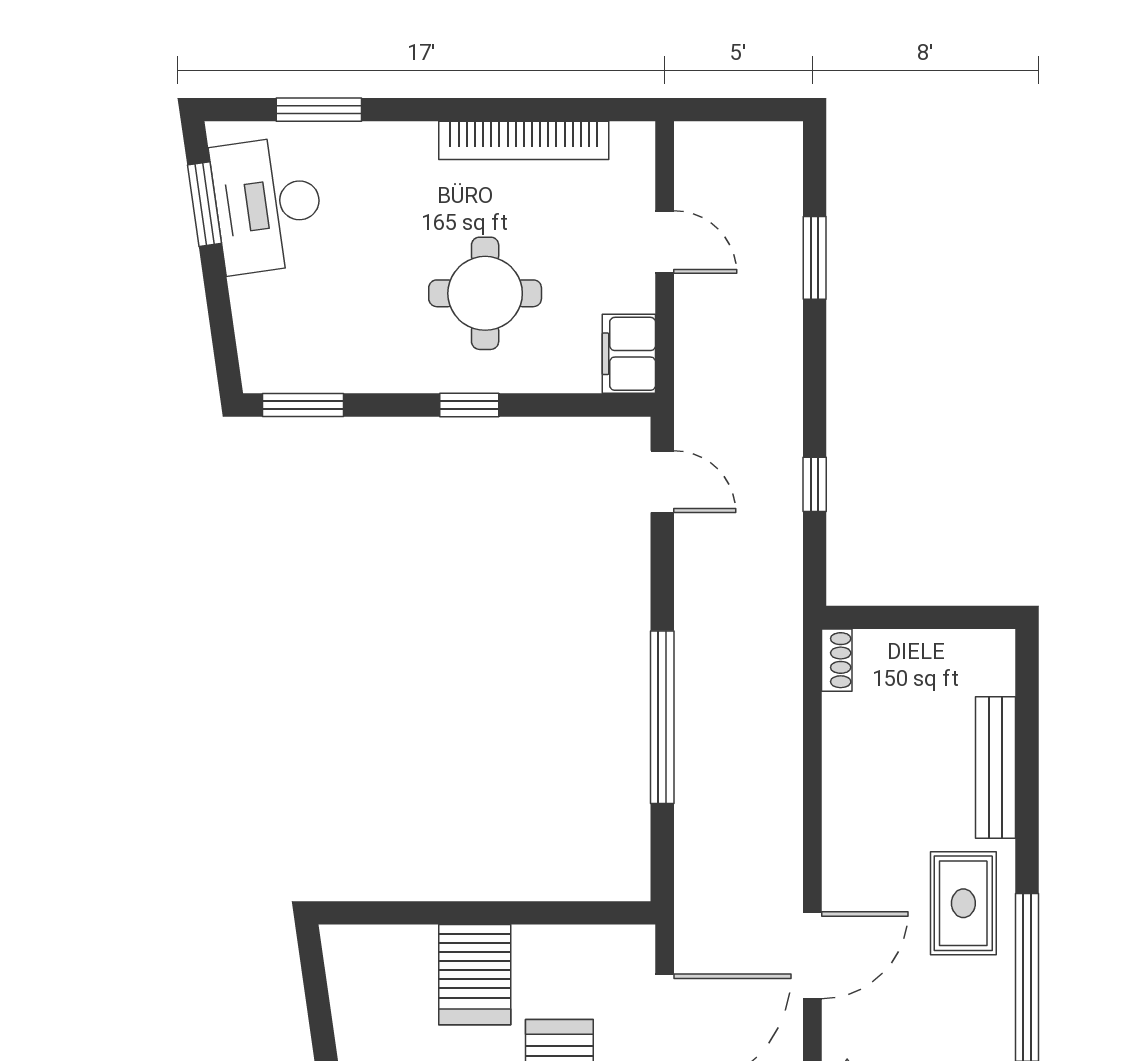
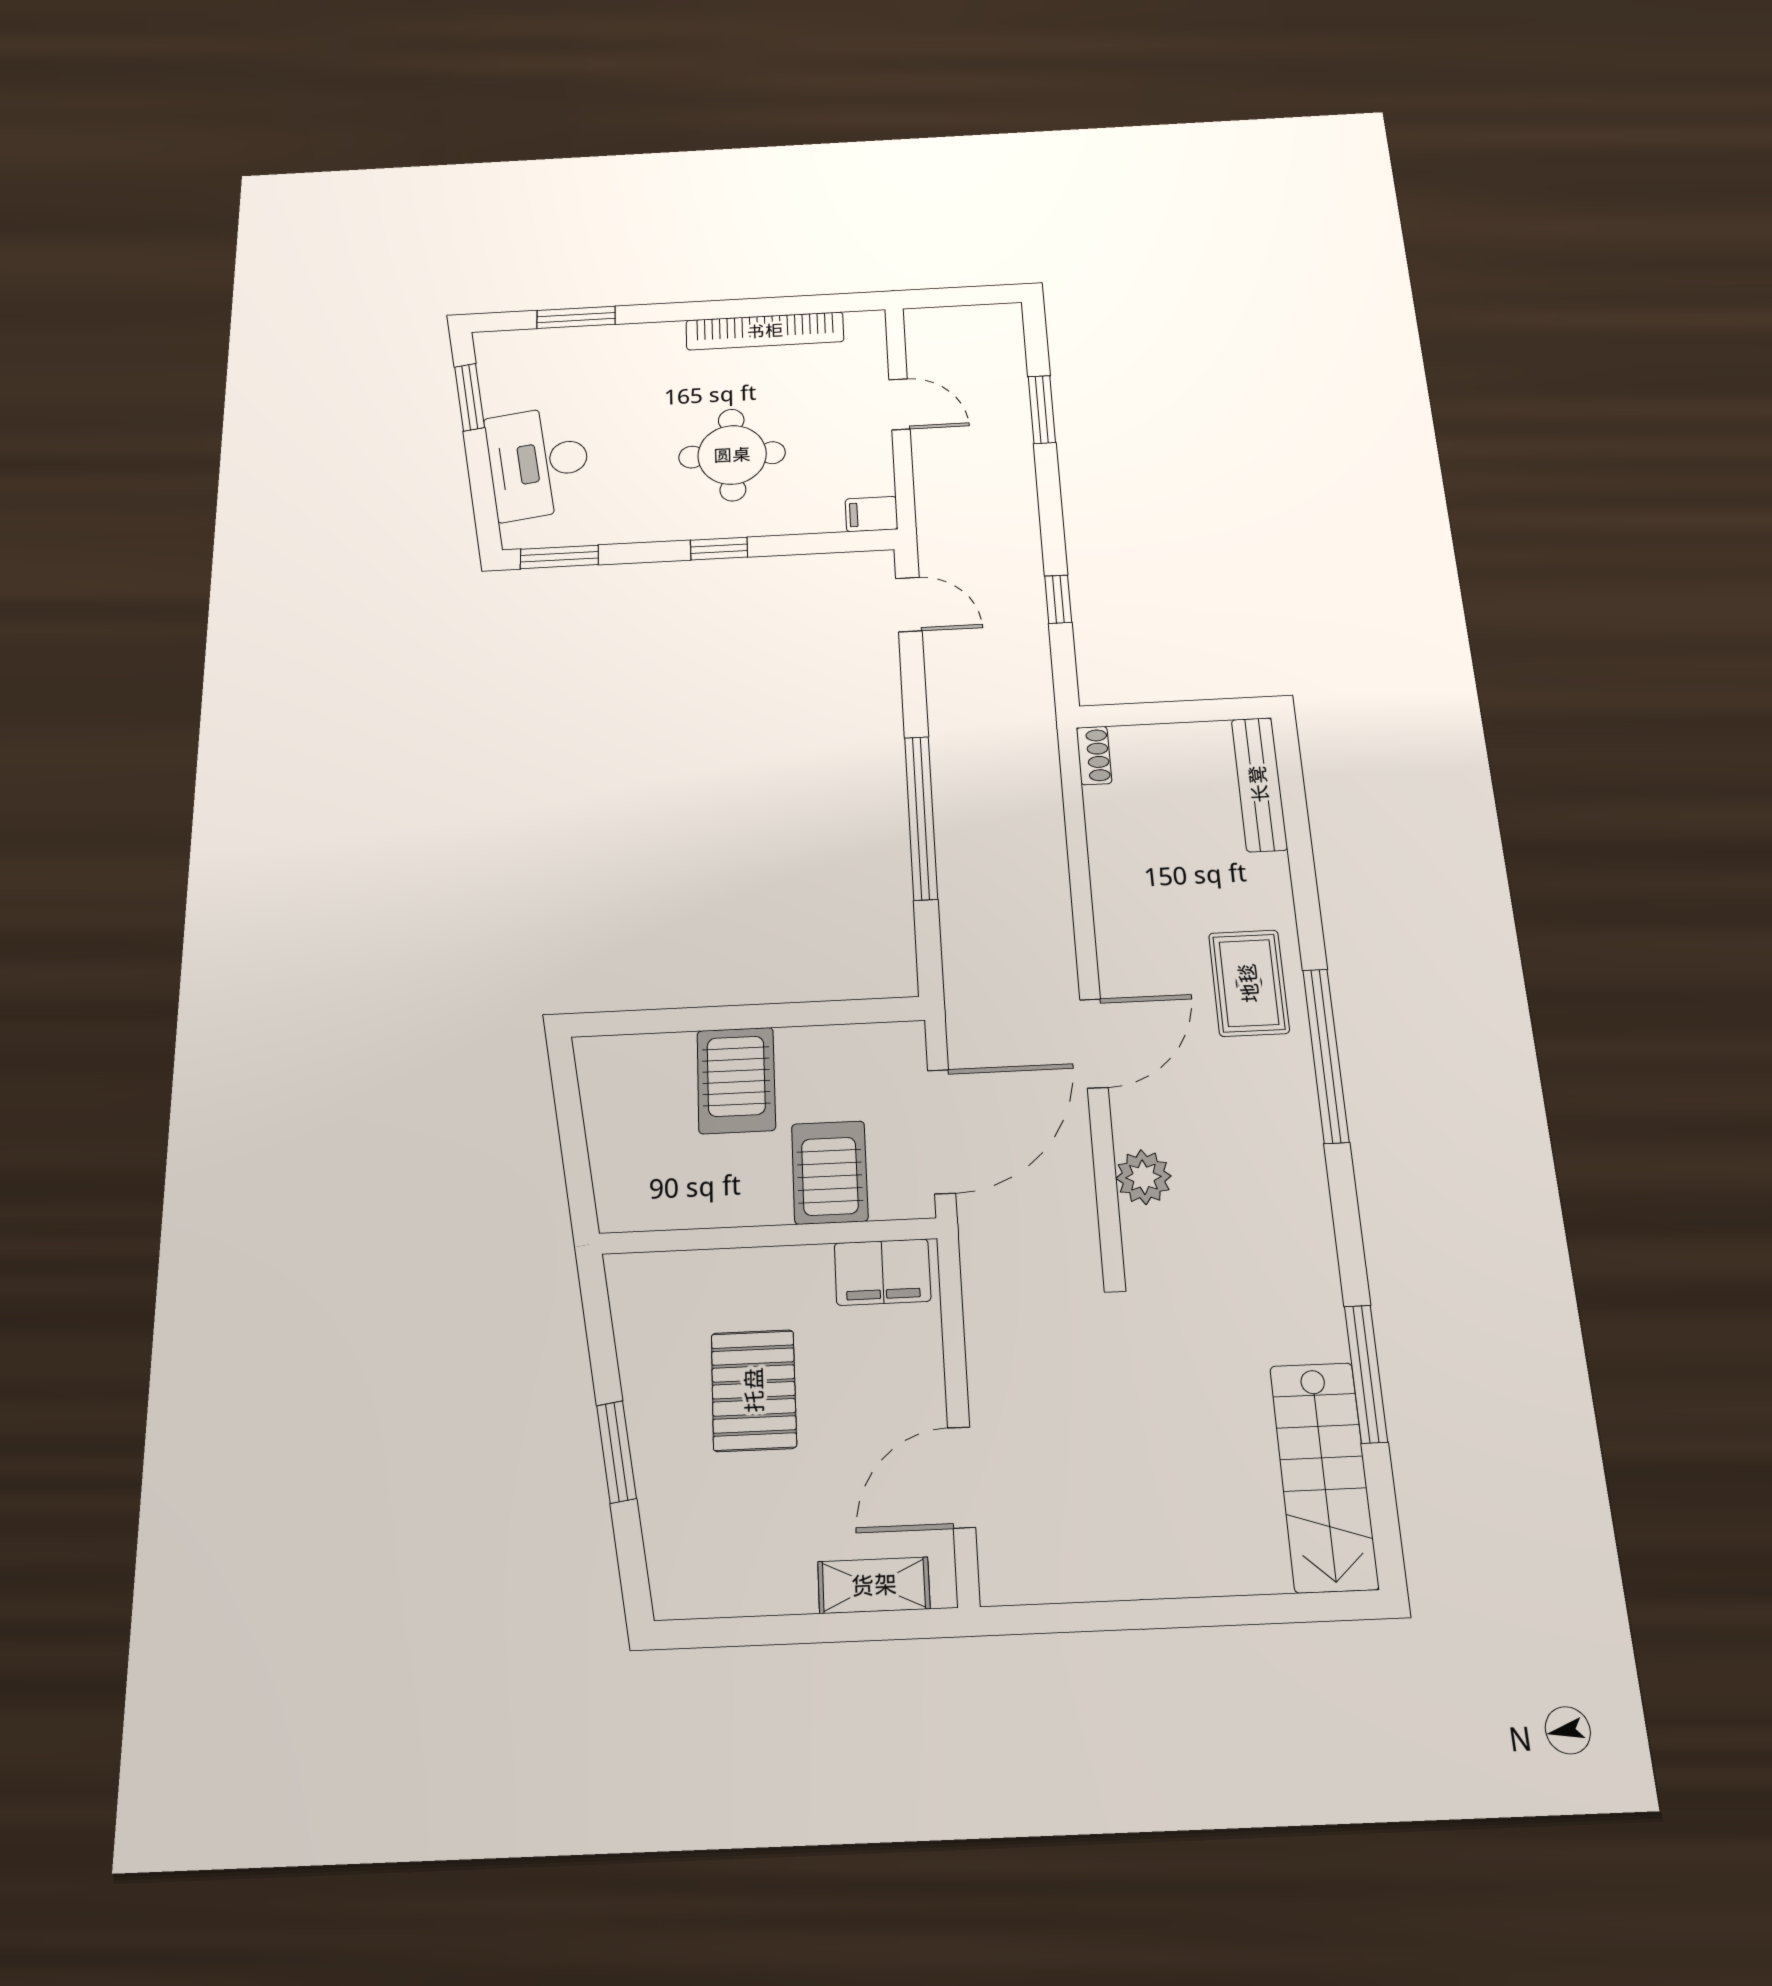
desk: (268, 205) -> (539, 462), moved
filing cabinet: (629, 354) -> (871, 514), width x0.50
bench: (996, 768) -> (1259, 784), moved

